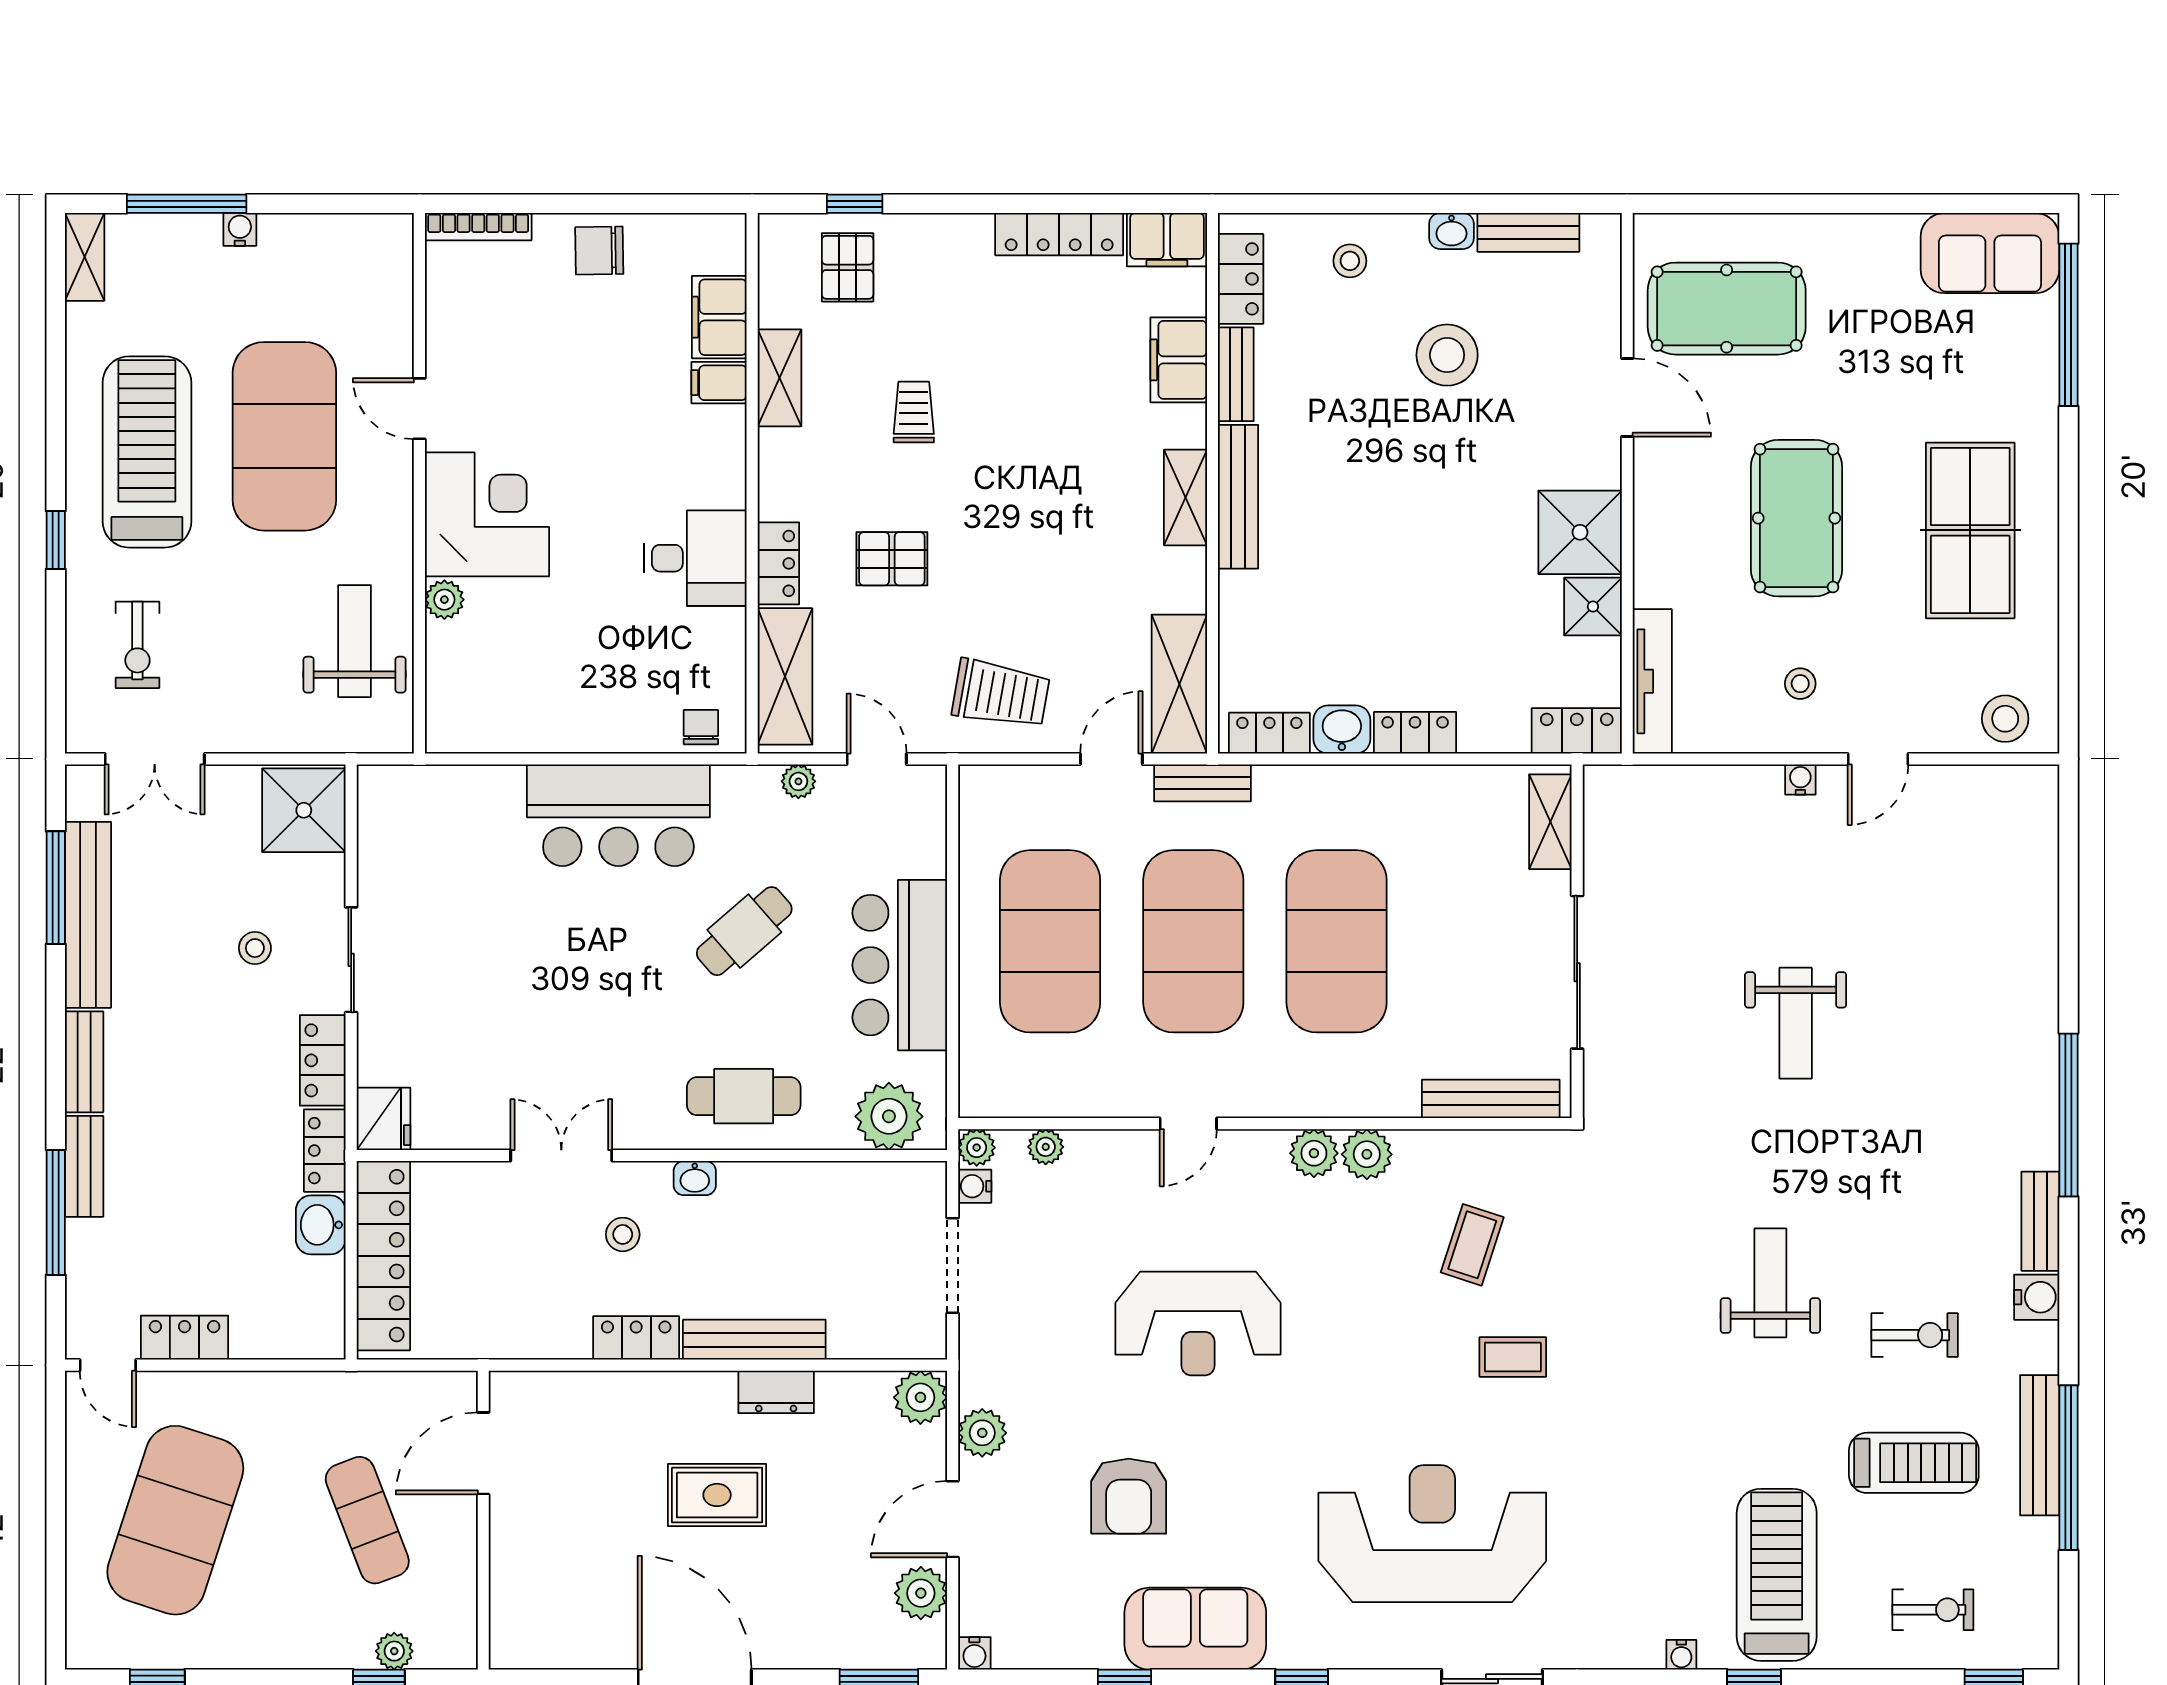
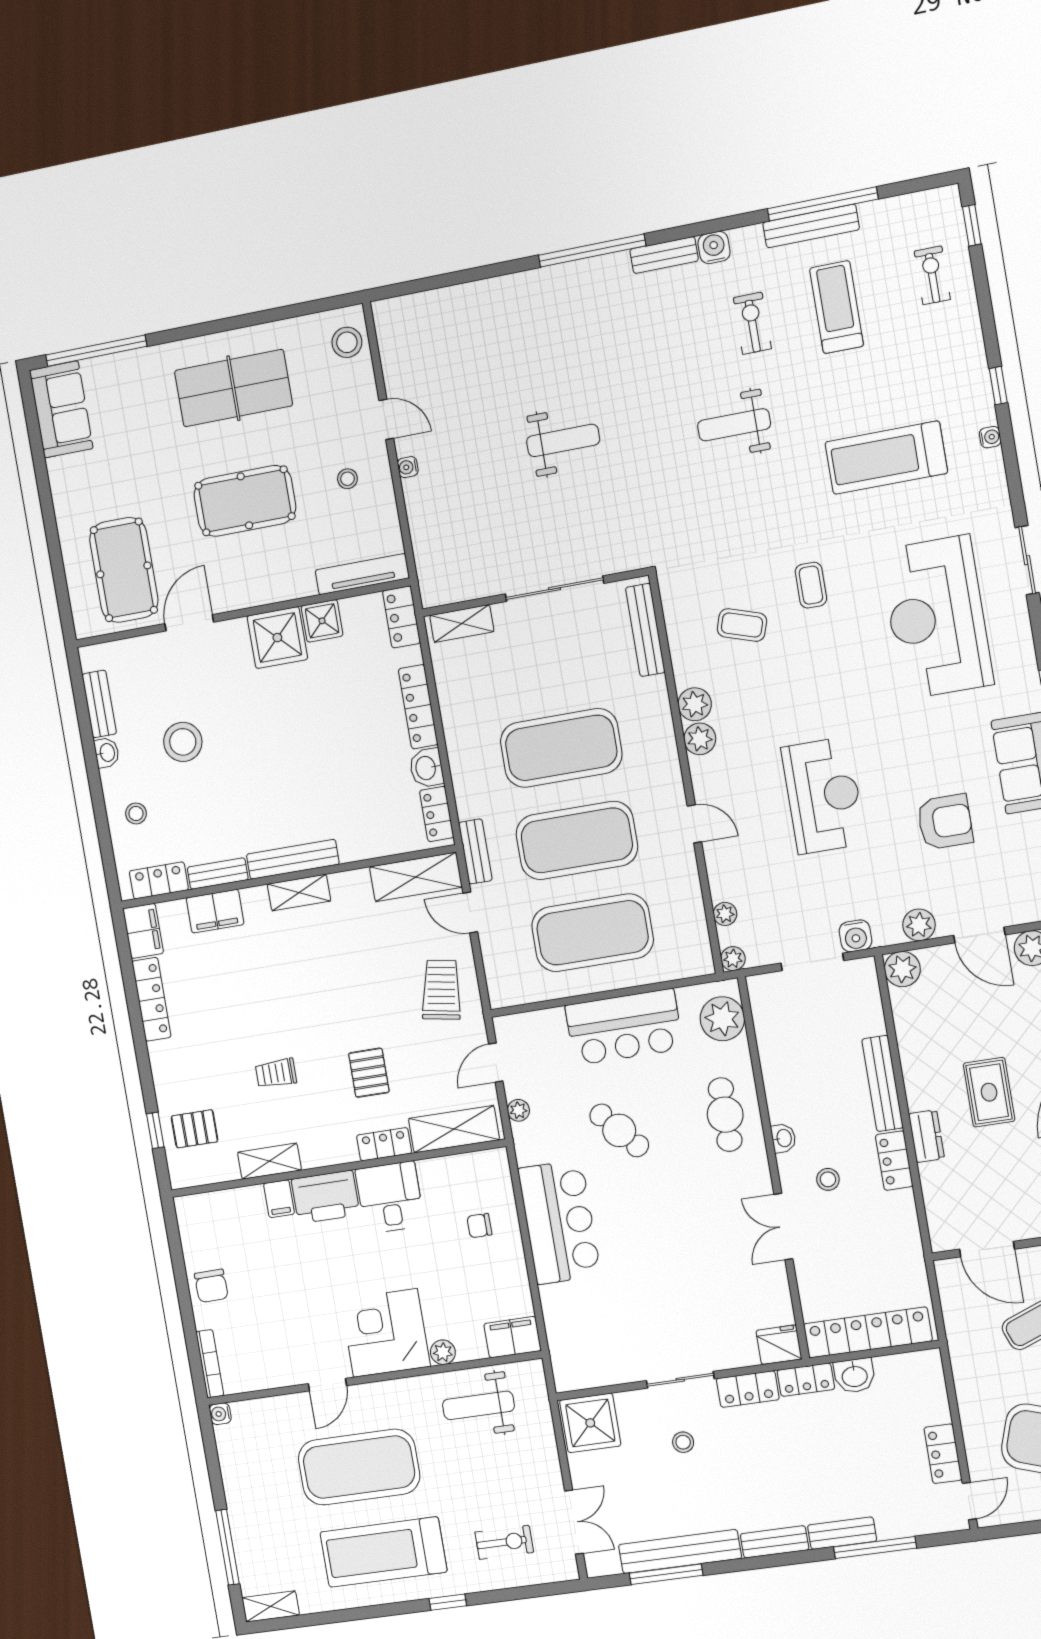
water cooler: (240, 229) -> (220, 1414), moved
filing cabinet: (719, 317) -> (512, 1337), moved, turned 180
printer: (711, 457) -> (326, 1197), added
chair: (701, 727) -> (479, 1226), moved
locker: (1415, 733) -> (418, 707), width x1.53
water cooler: (975, 1186) -> (855, 936), moved, width x1.38, depth x1.38
dresser: (776, 1392) -> (926, 1136), moved
treadmill: (1777, 1575) -> (886, 458), moved

